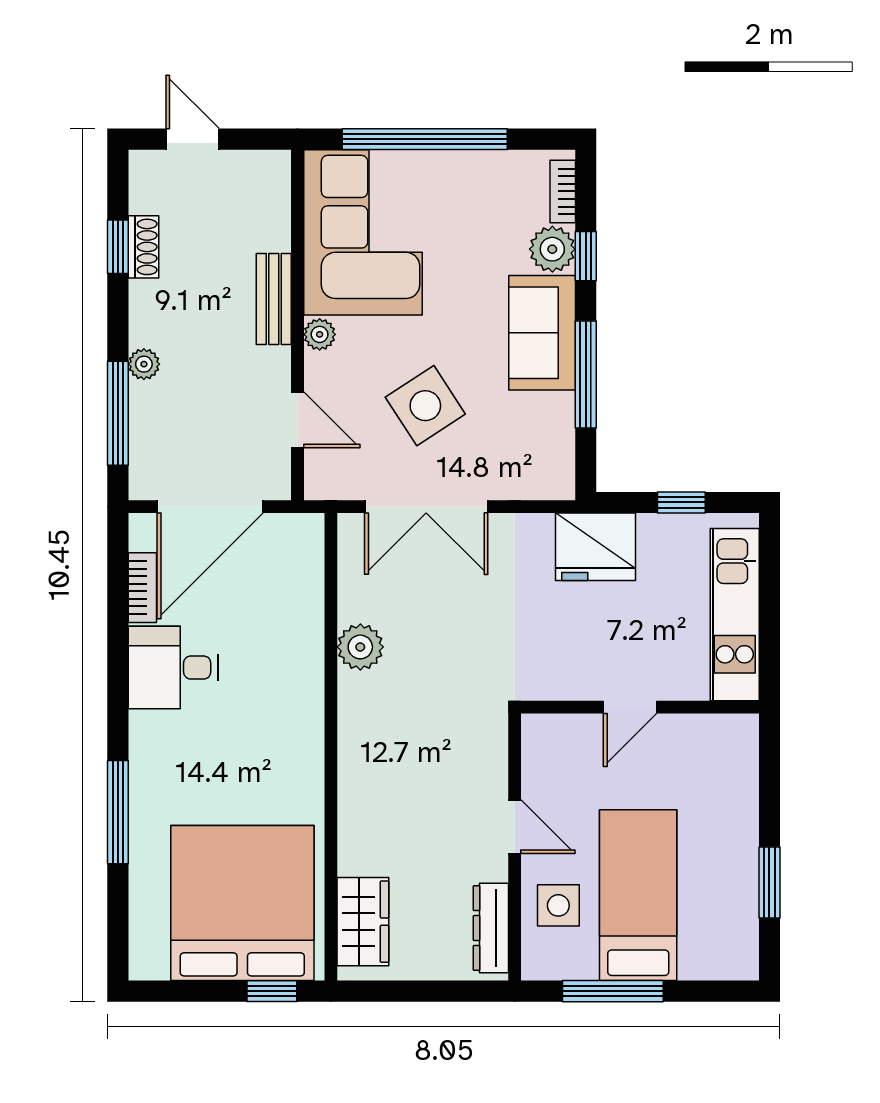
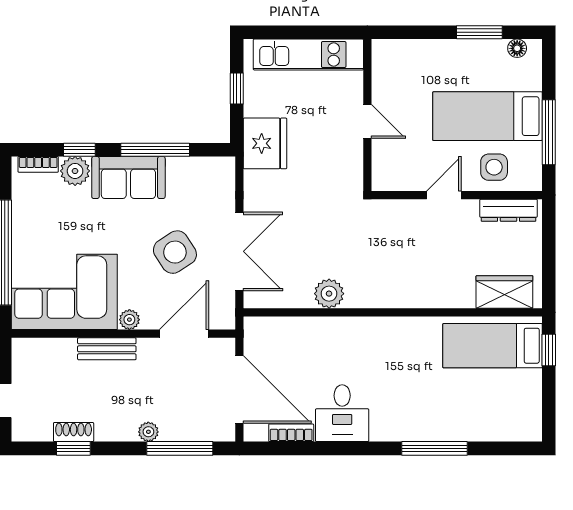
door: (297, 420) -> (184, 334), width x1.38
bed: (242, 903) -> (493, 346), width x0.49
floor lamp: (744, 941) -> (517, 48), added

